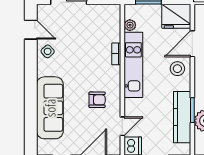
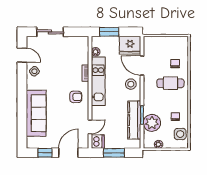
door: (192, 44) -> (142, 66), hinge flipped
armchair: (97, 100) -> (76, 97), moved

